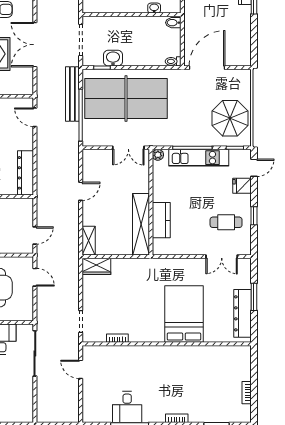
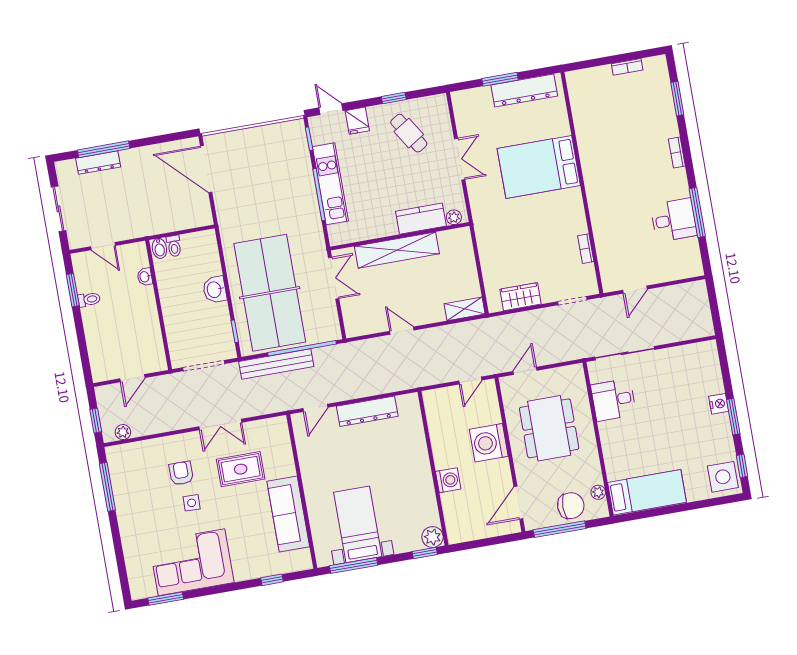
double door: (35, 45) -> (220, 425), width x0.73
washbasin: (113, 58) -> (215, 290), moved
toilet: (173, 61) -> (174, 246), moved
door: (207, 68) -> (206, 169), moved
parasol: (230, 118) -> (272, 152), removed
plant: (158, 155) -> (454, 217), moved
dresser: (26, 173) -> (367, 411), moved
cafe table: (226, 222) -> (409, 133), turned -32
shelving: (141, 224) -> (397, 250), moved
door: (35, 235) -> (470, 381), swing flipped
double door: (222, 257) -> (460, 159), moved
wardrobe: (96, 266) -> (521, 297), moved, turned -90

